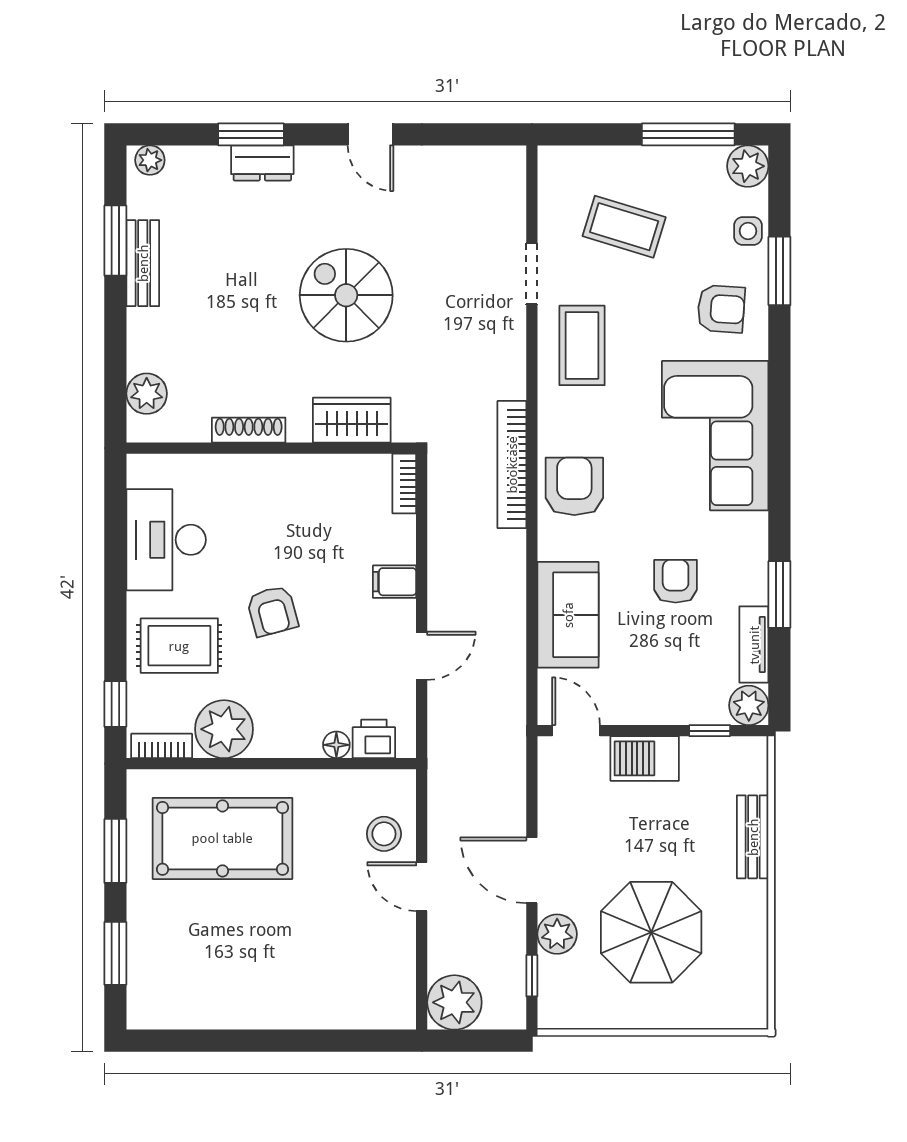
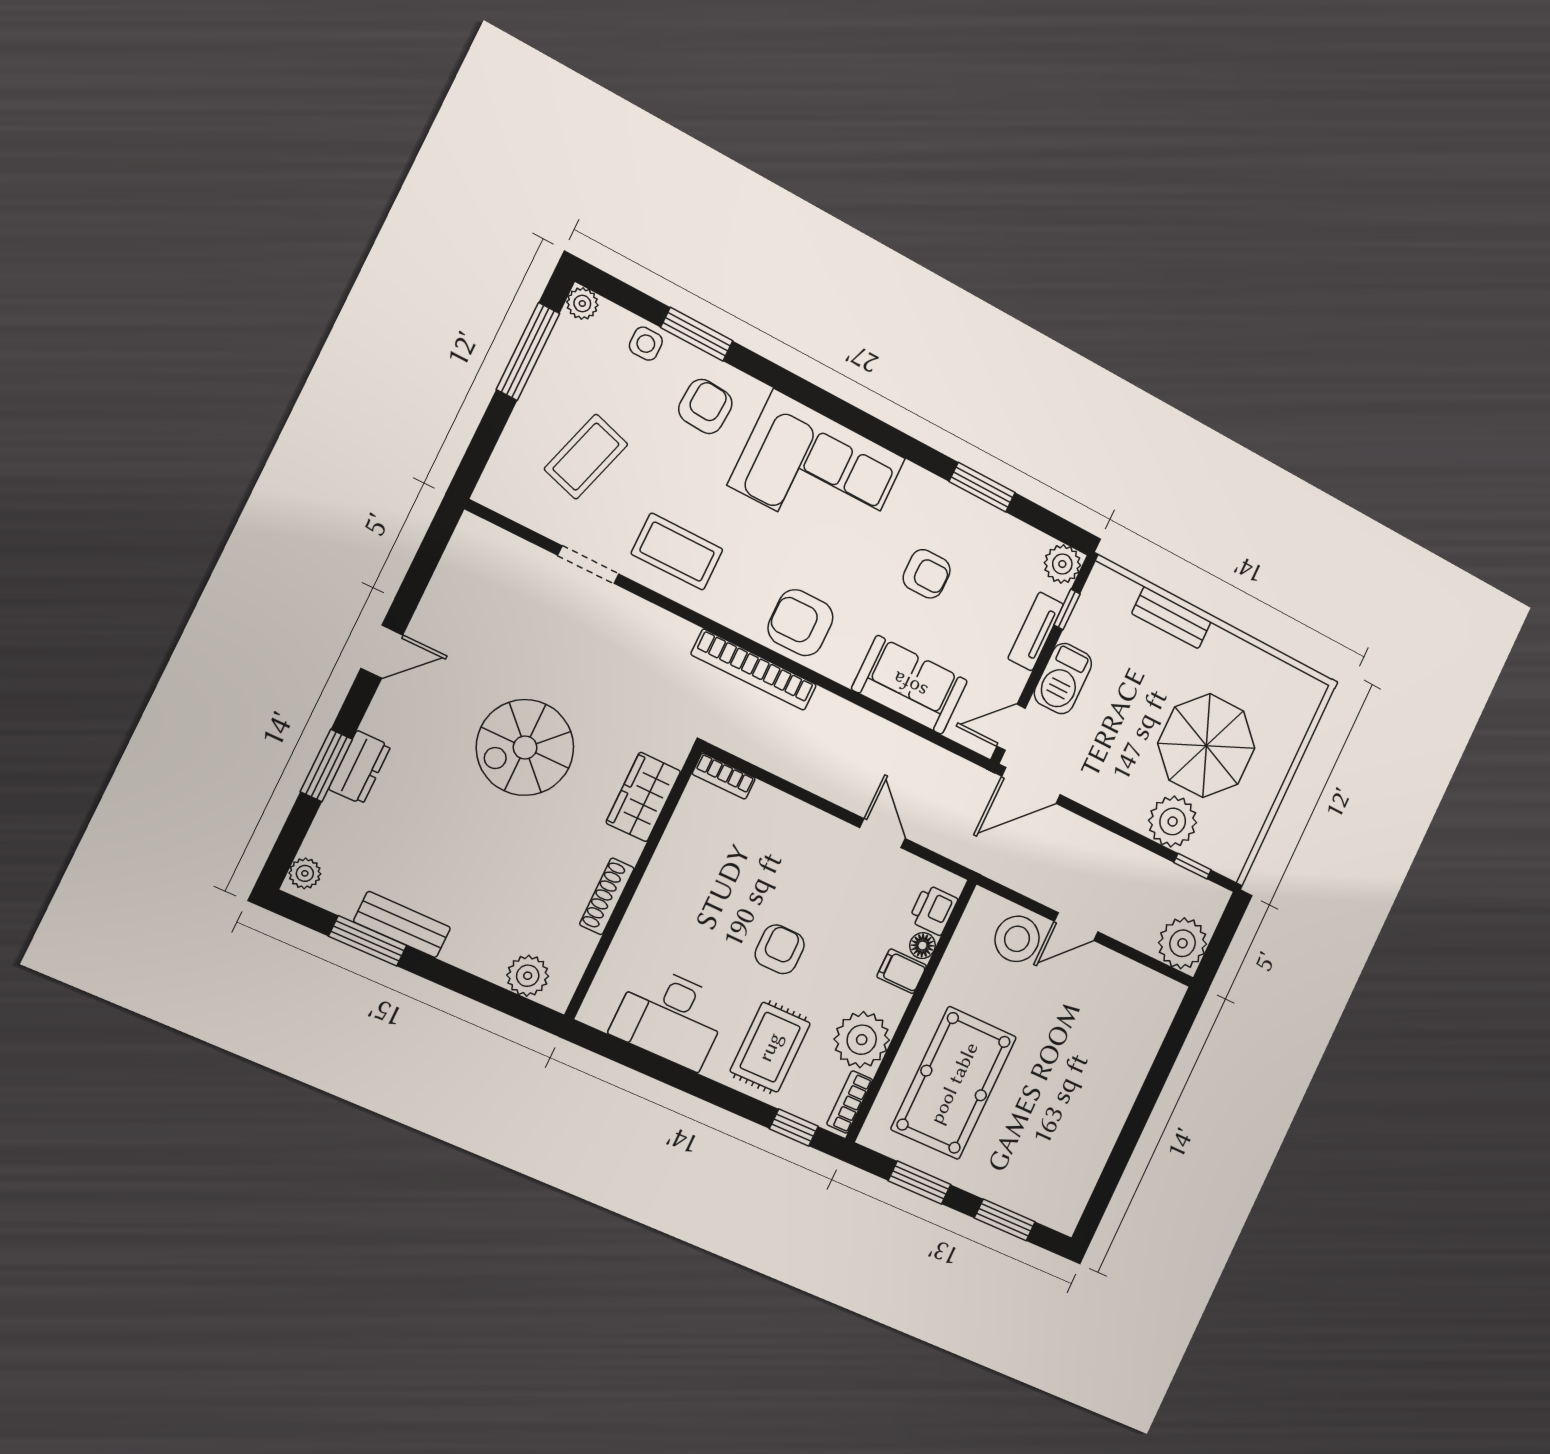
plant: (748, 166) -> (582, 304), width x0.73, depth x0.73
armchair: (676, 581) -> (927, 574), turned 180
filing cabinet: (395, 582) -> (902, 971), moved, turned 90
armchair: (272, 611) -> (780, 949), turned -75
tv unit: (754, 645) -> (1036, 631), moved, turned 90
stool: (384, 834) -> (1017, 939), width x1.38, depth x1.38
door: (532, 870) -> (1031, 785), moved
plant: (557, 934) -> (1173, 821), width x1.36, depth x1.36

